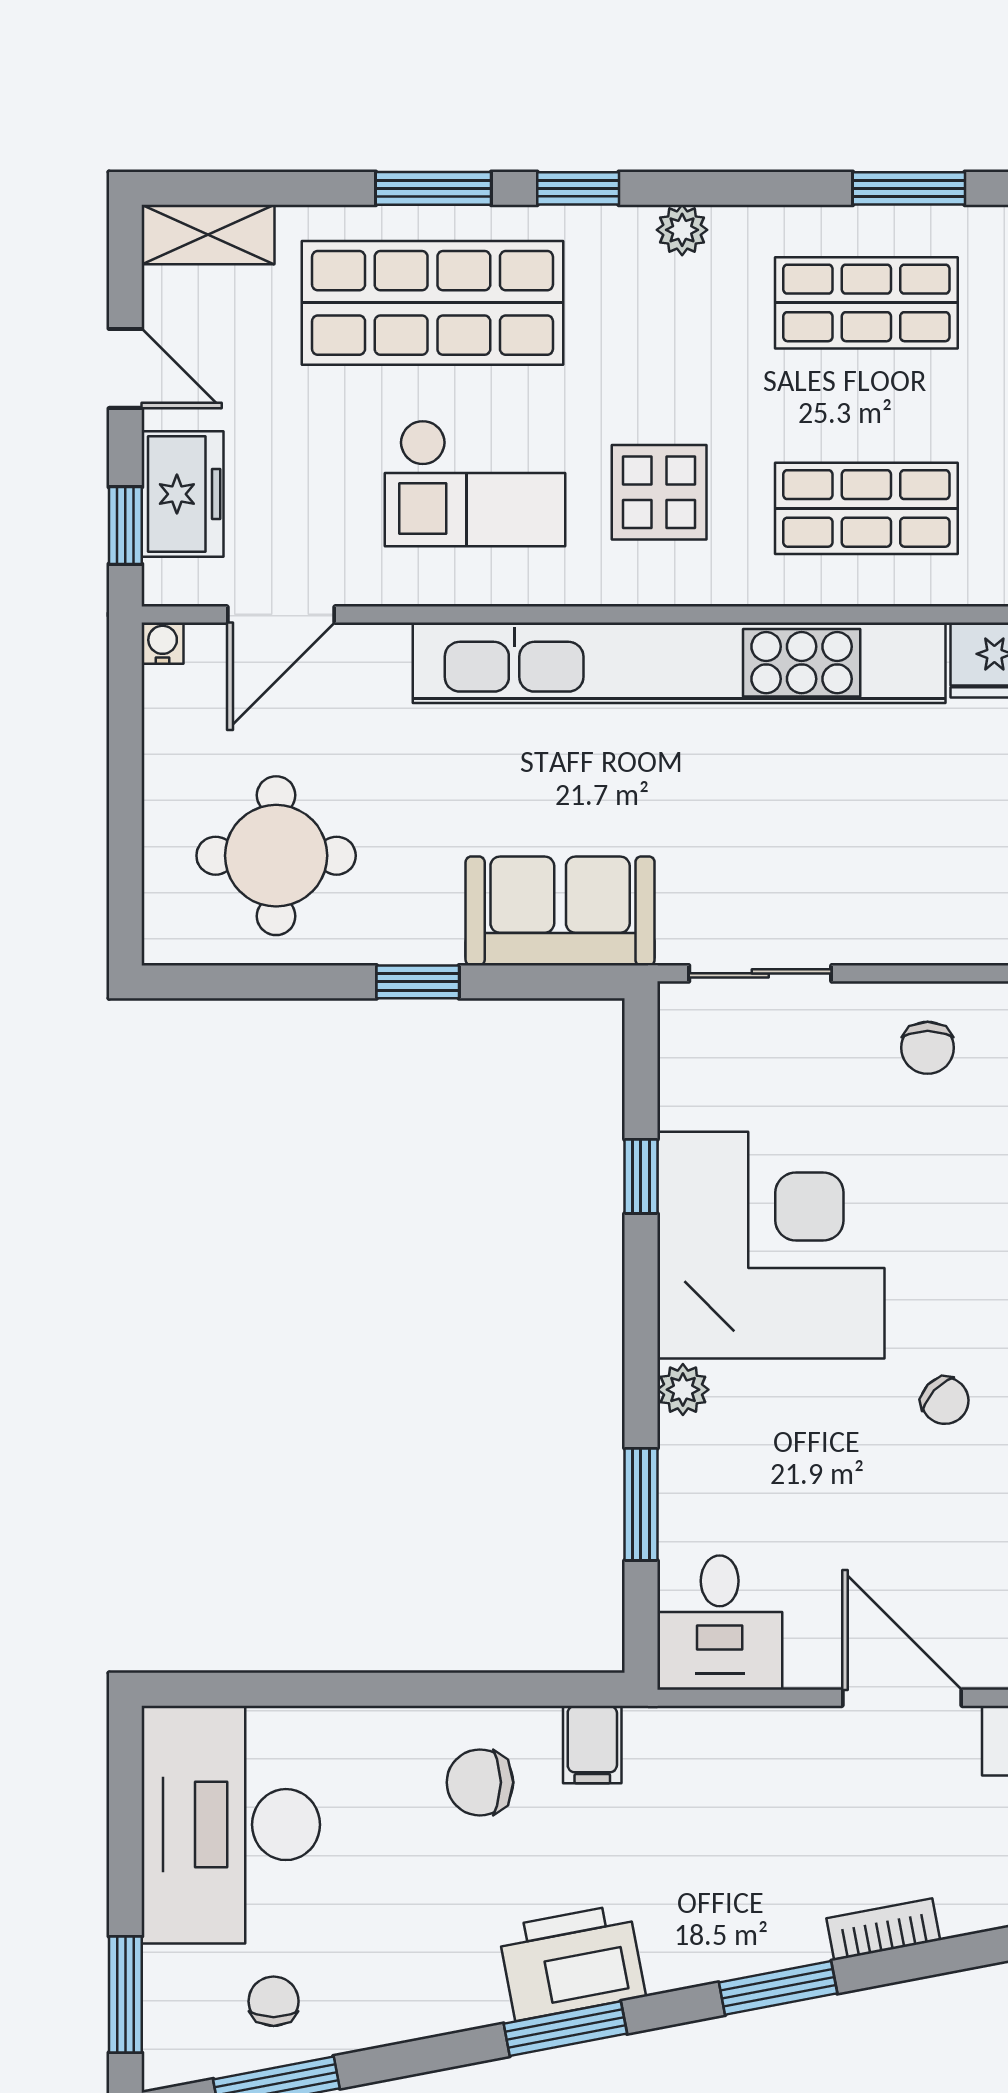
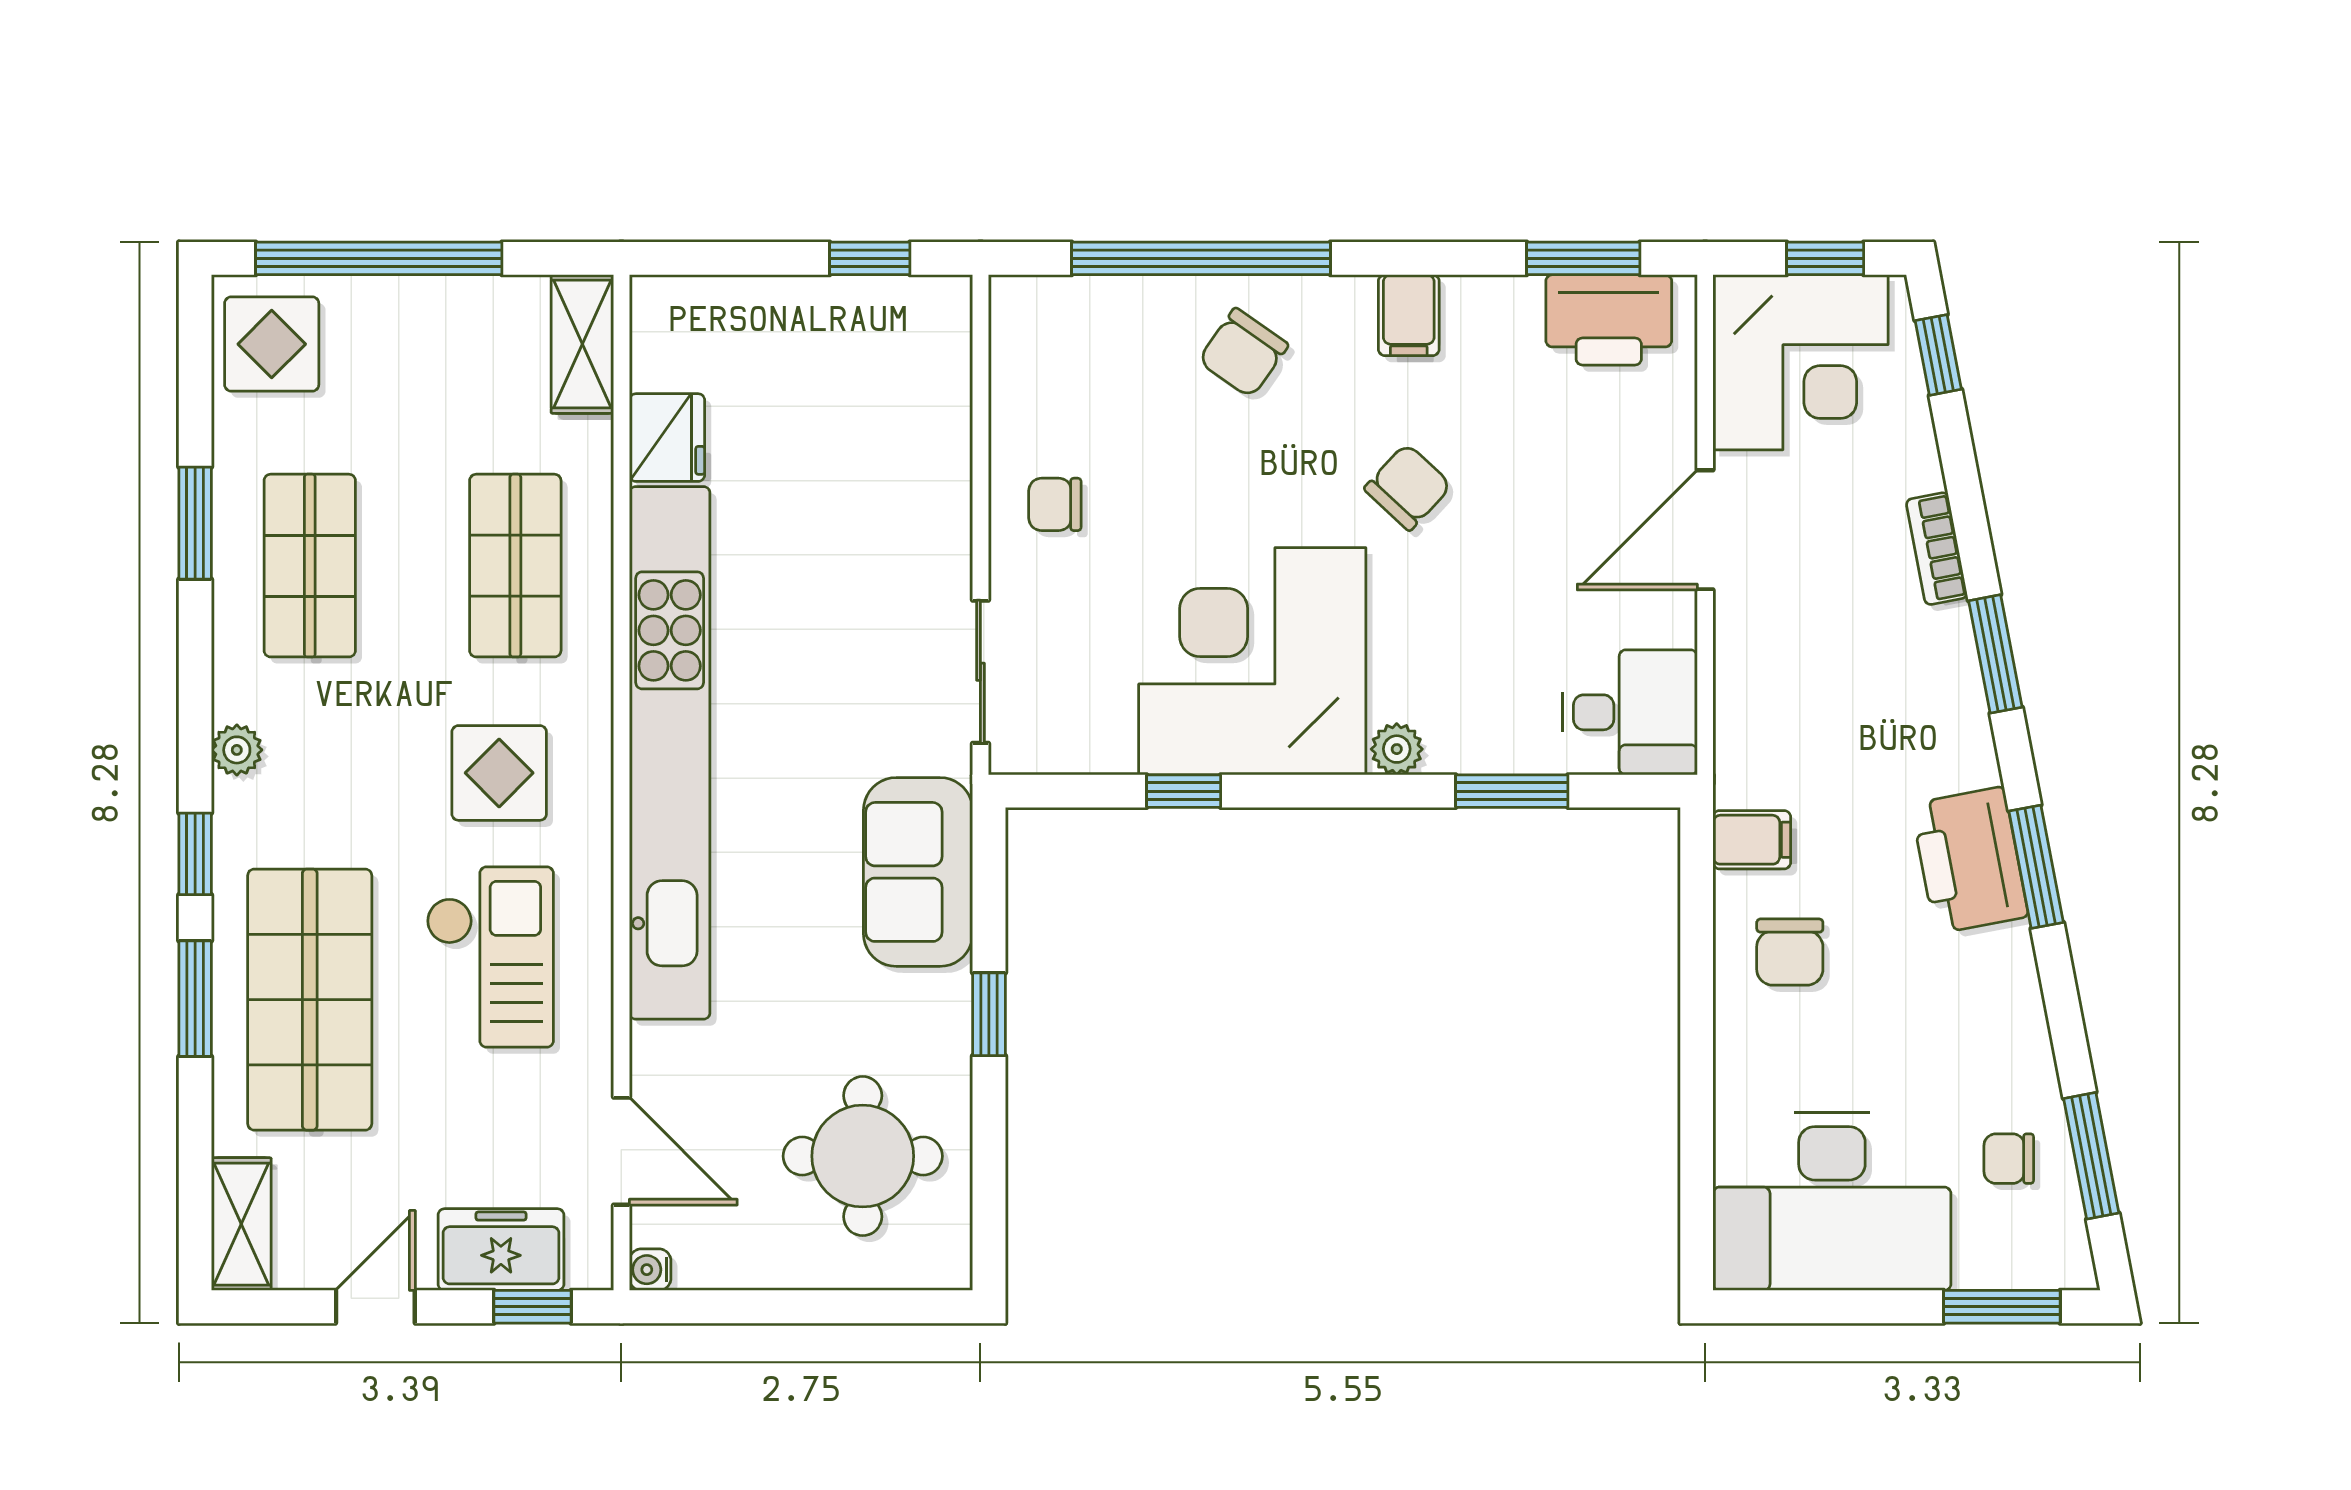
chair: (928, 1048) -> (1055, 504), turned 180
chair: (945, 1401) -> (1408, 487), width x1.37, depth x1.37

